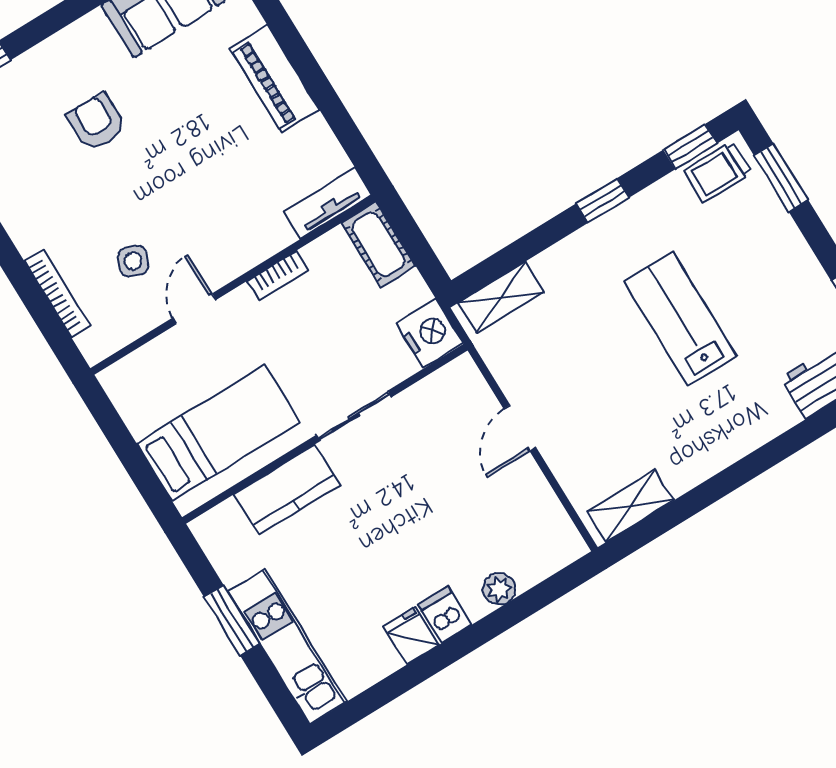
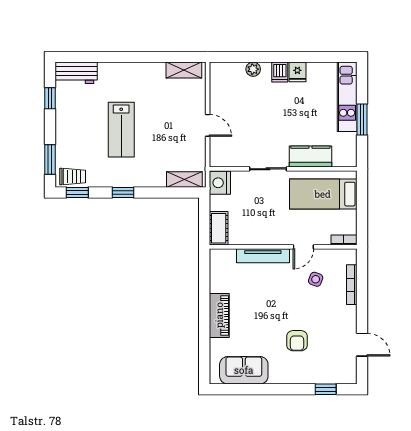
tv unit: (328, 203) -> (263, 256), moved, width x1.41
bookcase: (278, 275) -> (344, 240), moved
door: (520, 428) -> (208, 125), hinge flipped

